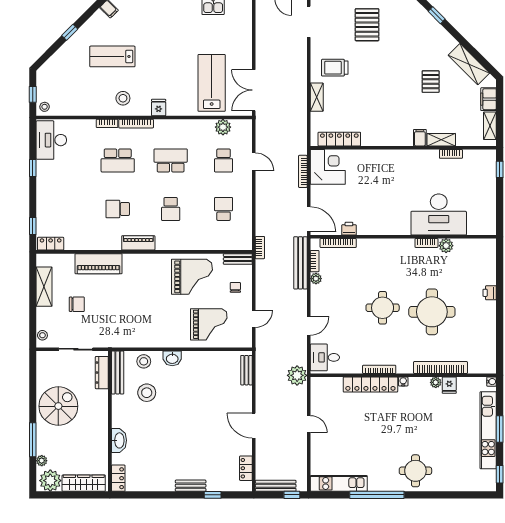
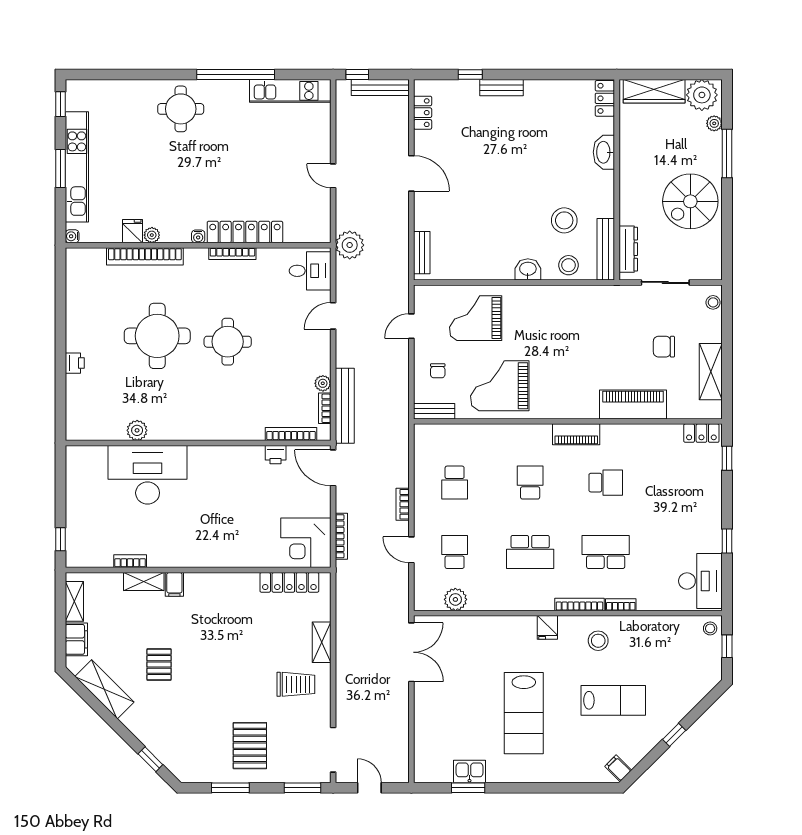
lab bench: (212, 83) -> (524, 713), moved
bookcase: (426, 243) -> (165, 434), removed
bookcase: (260, 248) -> (403, 504), moved

